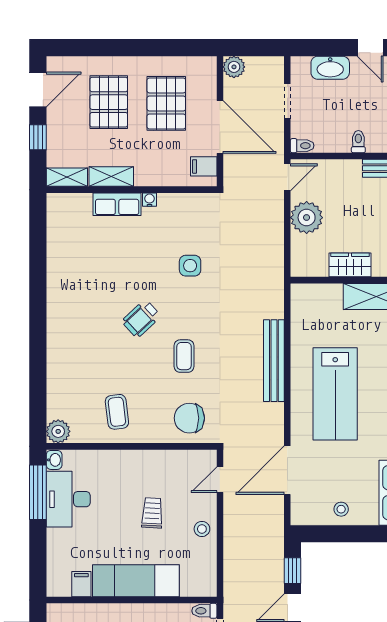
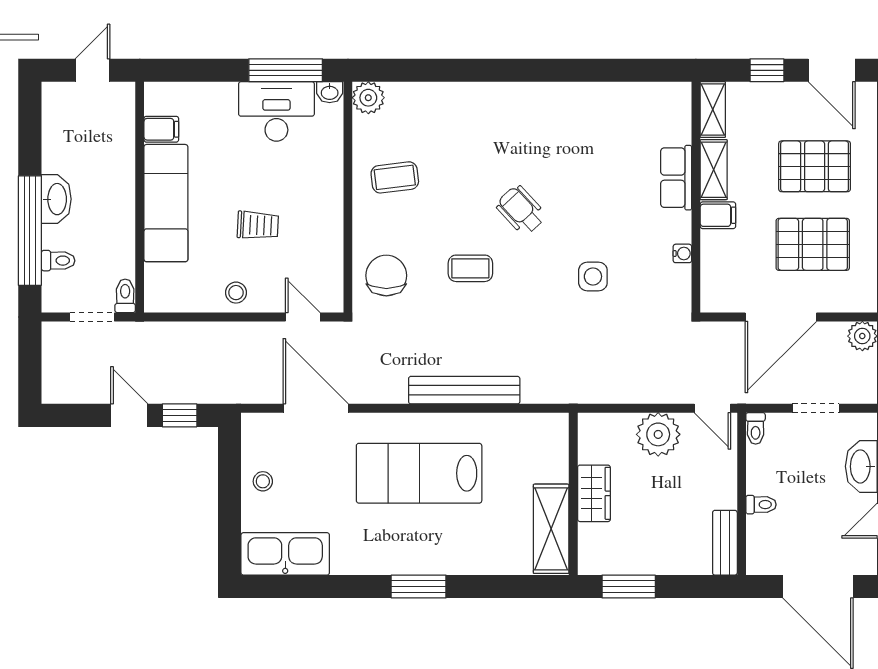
filing cabinet: (204, 166) -> (718, 215), moved, turned 90
water cooler: (149, 200) -> (682, 253), moved

